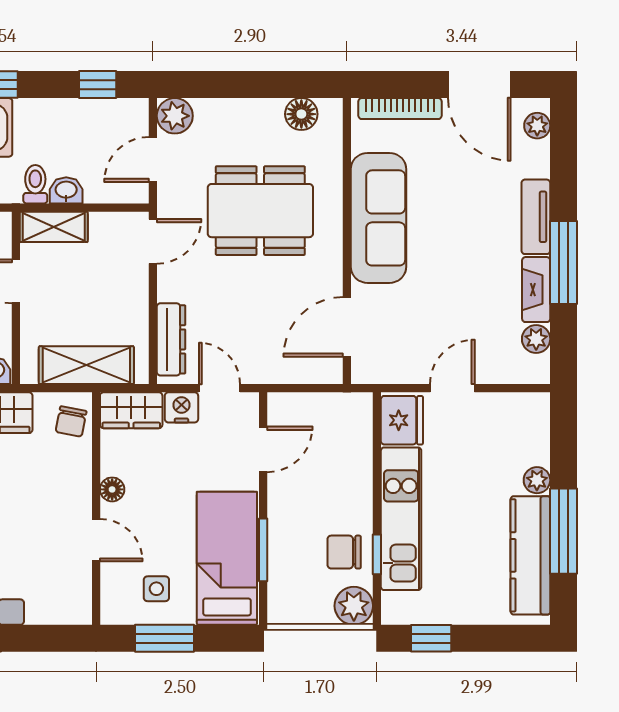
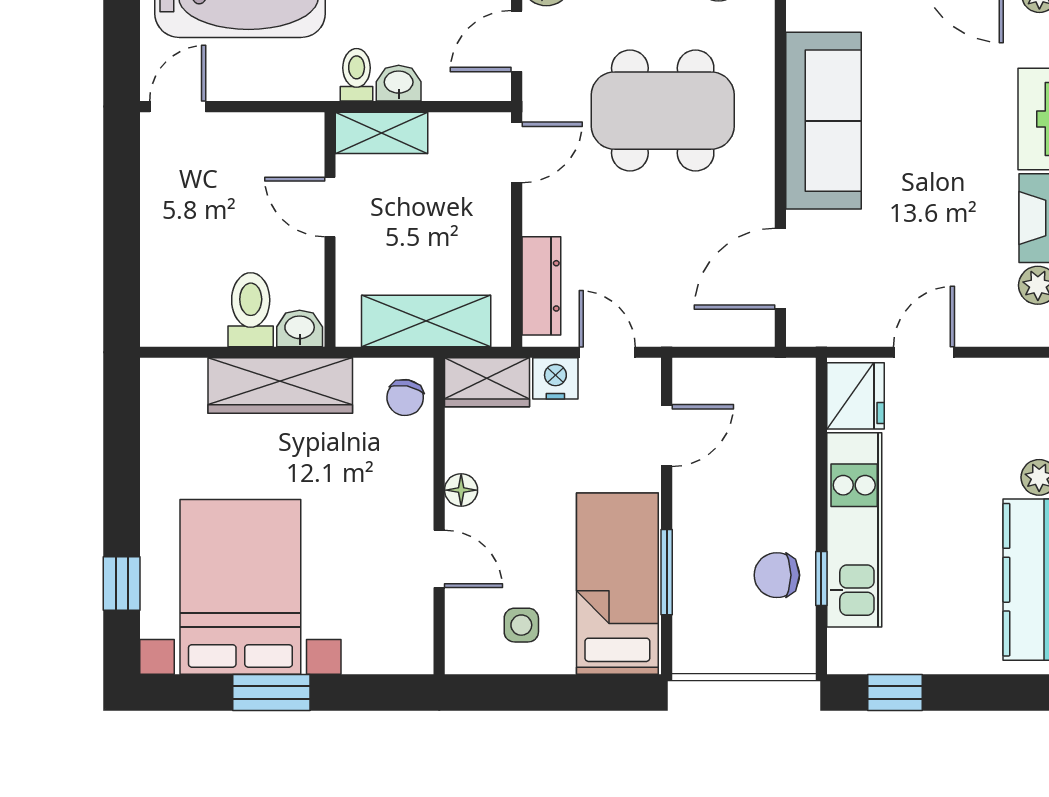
plant: (354, 606) -> (790, 648), removed
window: (164, 638) -> (532, 693), removed

